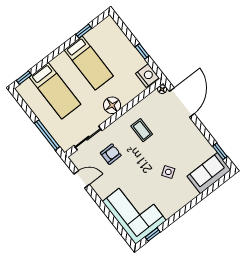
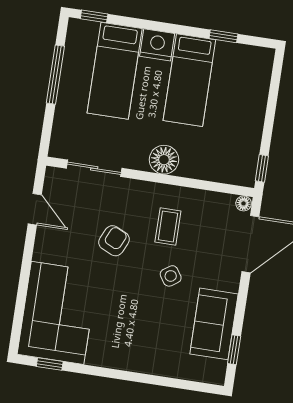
window: (142, 51) -> (262, 168), moved
nightstand: (147, 76) -> (157, 45), moved, turned -90
window: (47, 135) -> (55, 75), moved
armchair: (111, 154) -> (114, 241), moved, turned -65
side table: (168, 172) -> (171, 276), moved
sofa: (209, 173) -> (214, 324), moved, turned -90

